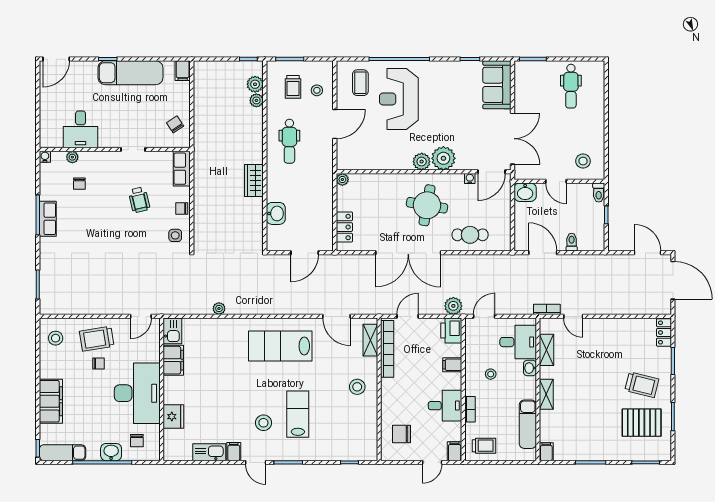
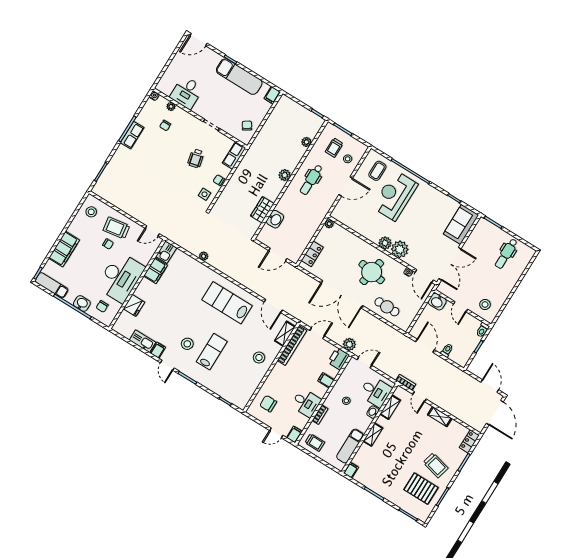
plant: (255, 84) -> (285, 175), moved
door: (491, 172) -> (424, 276), hinge flipped
wardrobe: (254, 180) -> (262, 210), moved
shelving: (611, 325) -> (440, 417), added

